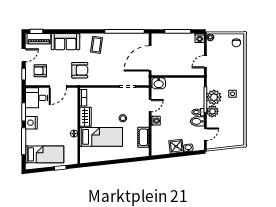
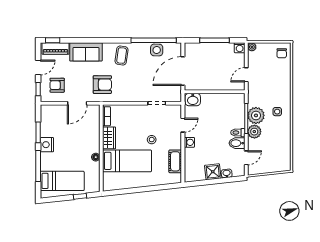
side table: (127, 40) -> (157, 50), added
desk: (37, 98) -> (53, 116), removed

